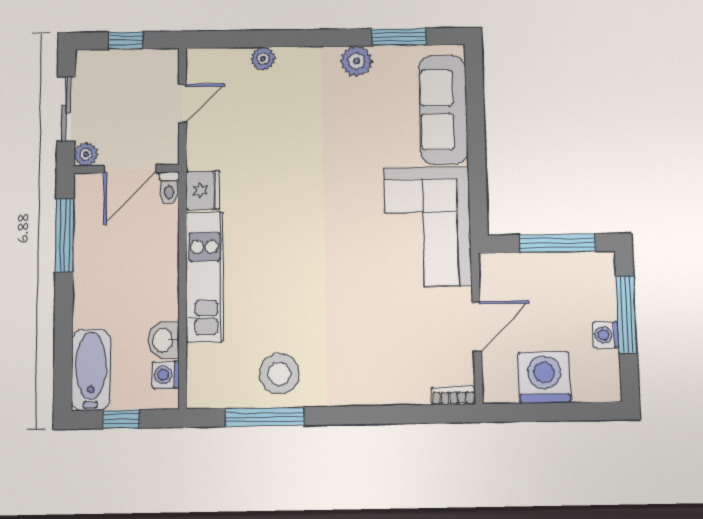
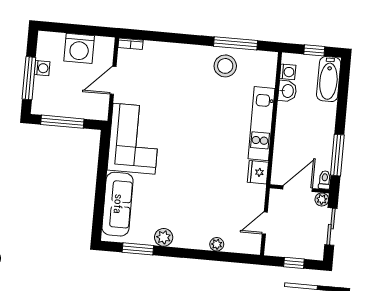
toilet: (169, 188) -> (325, 180), moved

